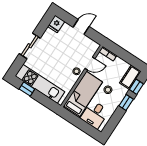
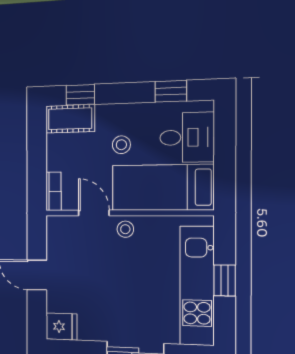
window: (27, 89) -> (225, 281), moved
window: (126, 102) -> (171, 91), moved

